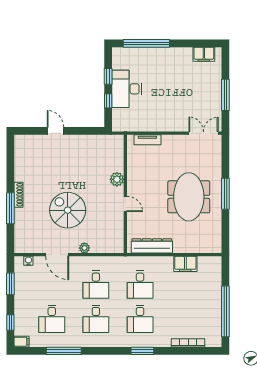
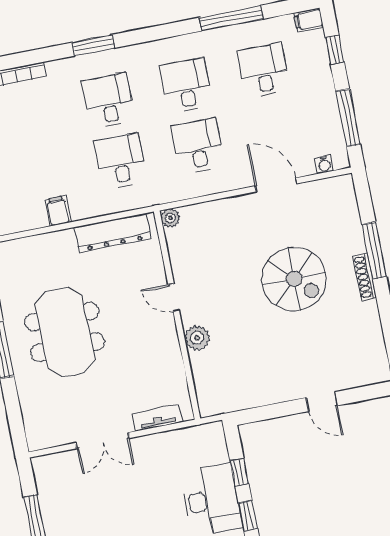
double door: (204, 133) -> (103, 440), moved
spiral stairs: (68, 210) -> (294, 279), moved
plant: (84, 248) -> (170, 218), moved
filing cabinet: (185, 264) -> (58, 211), width x0.50
window: (10, 284) -> (348, 118), width x1.44

